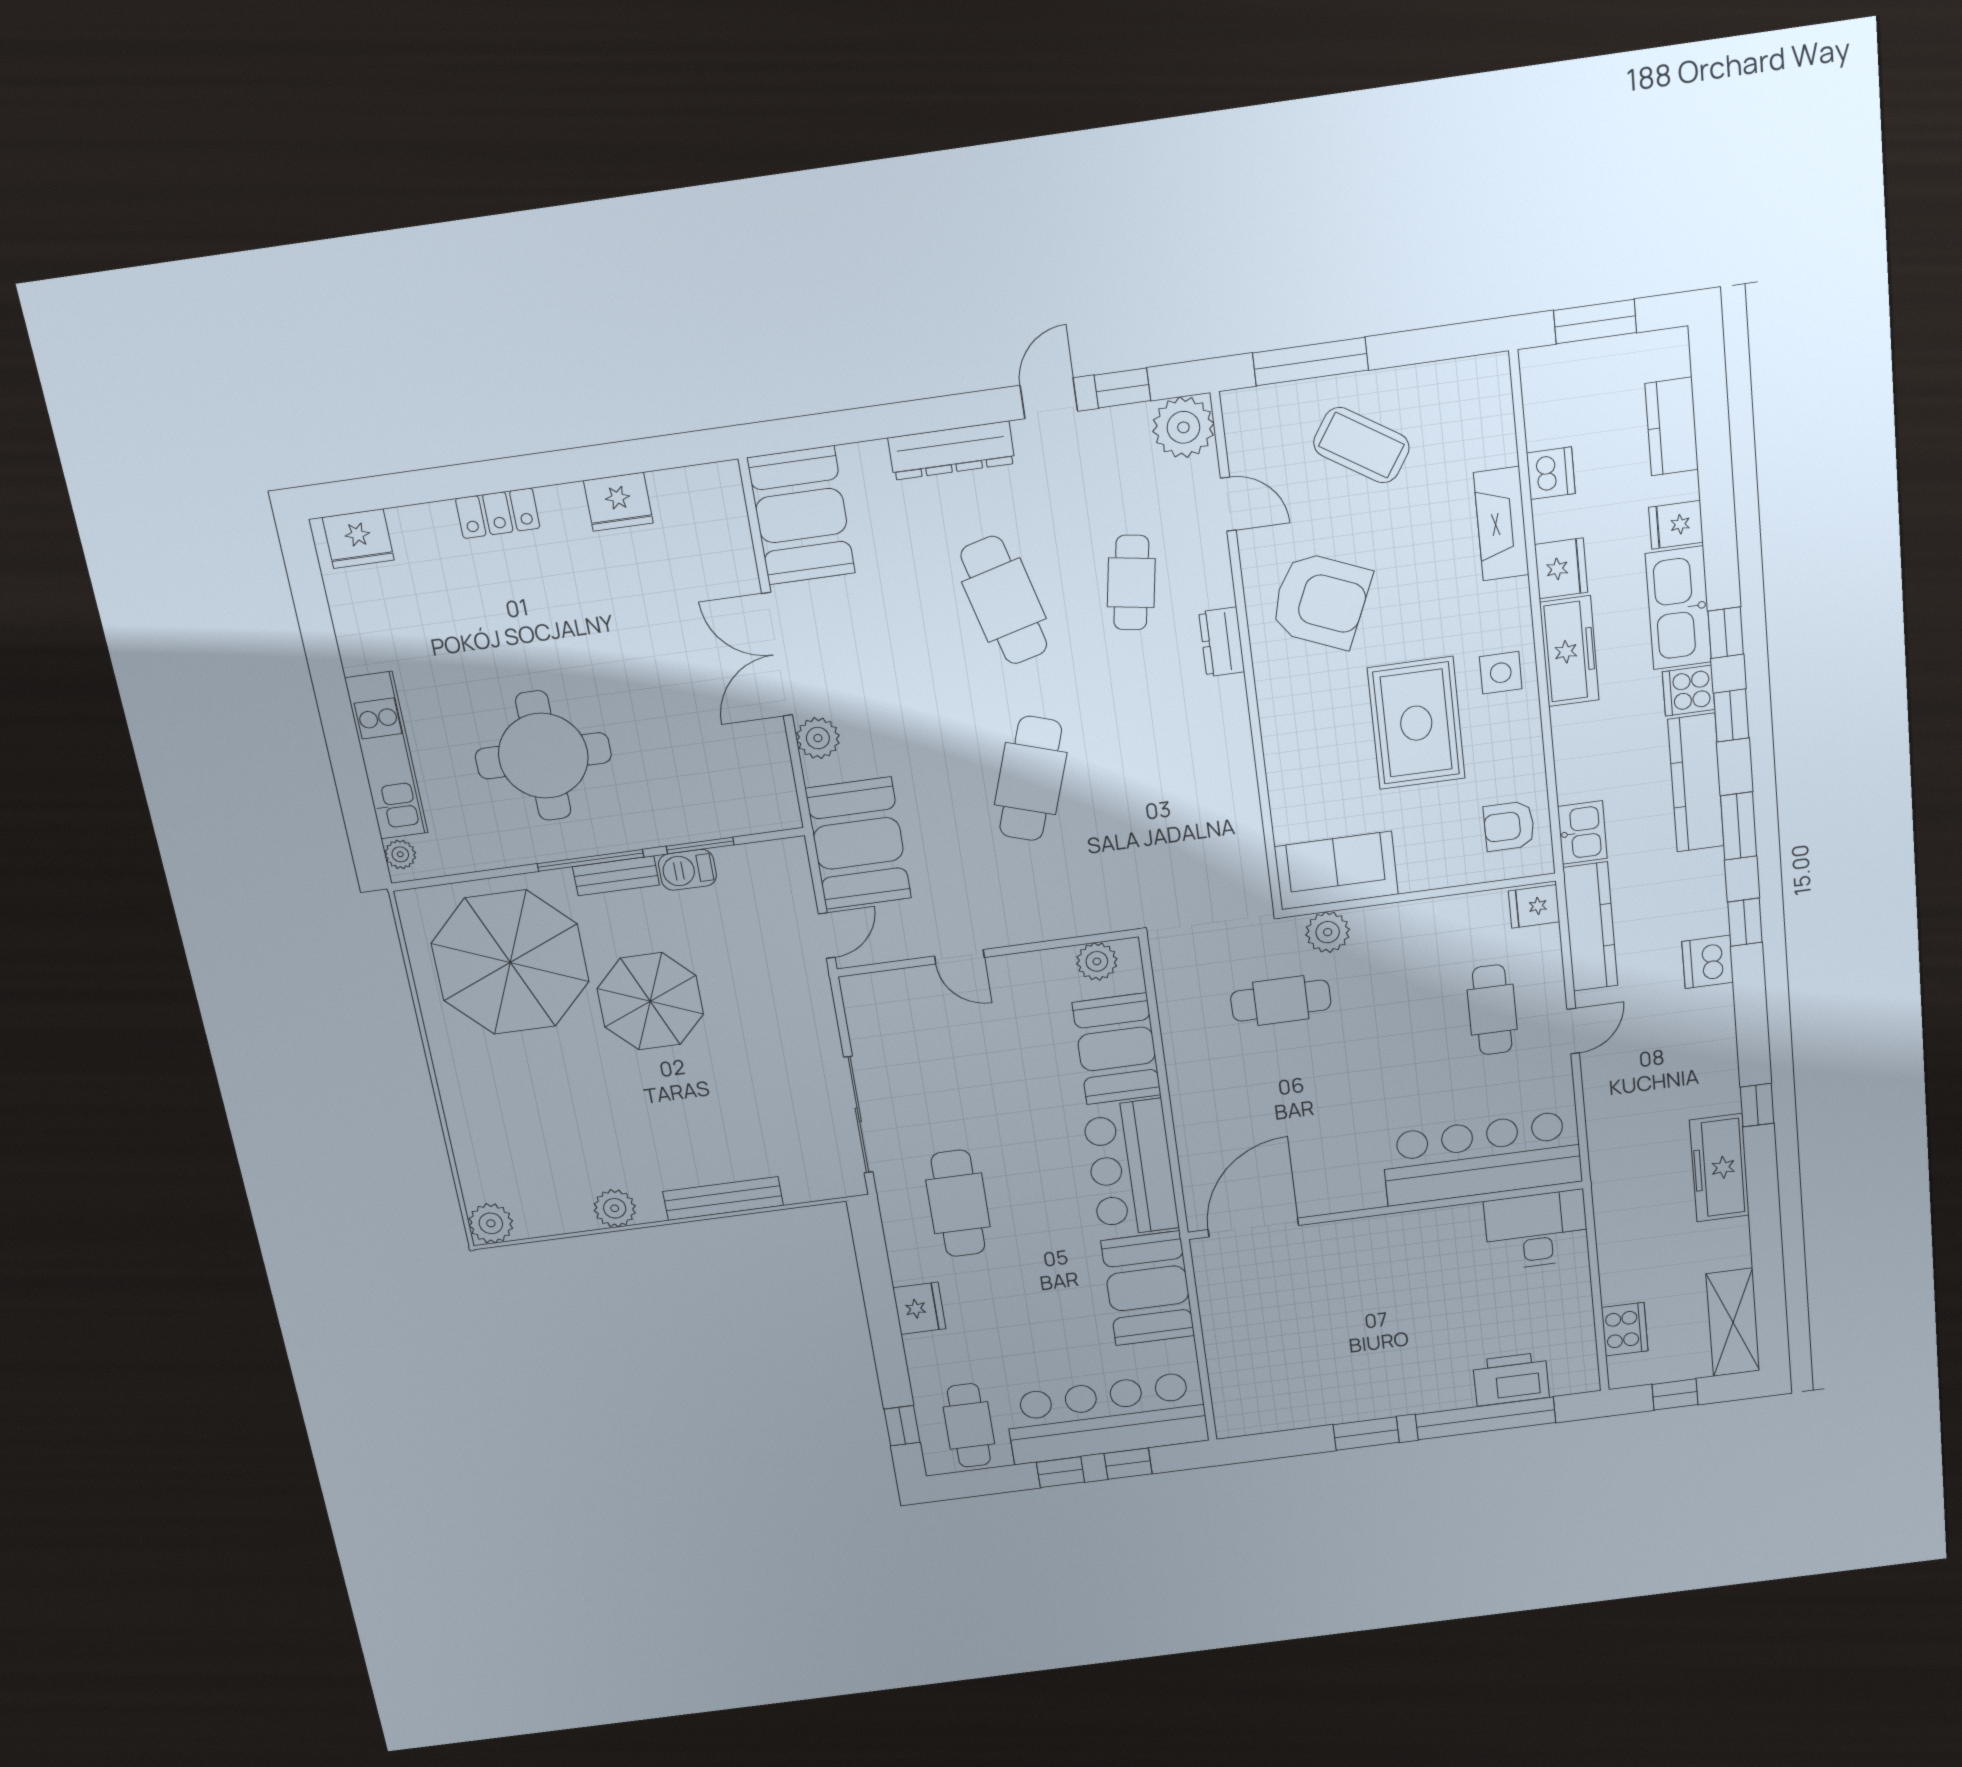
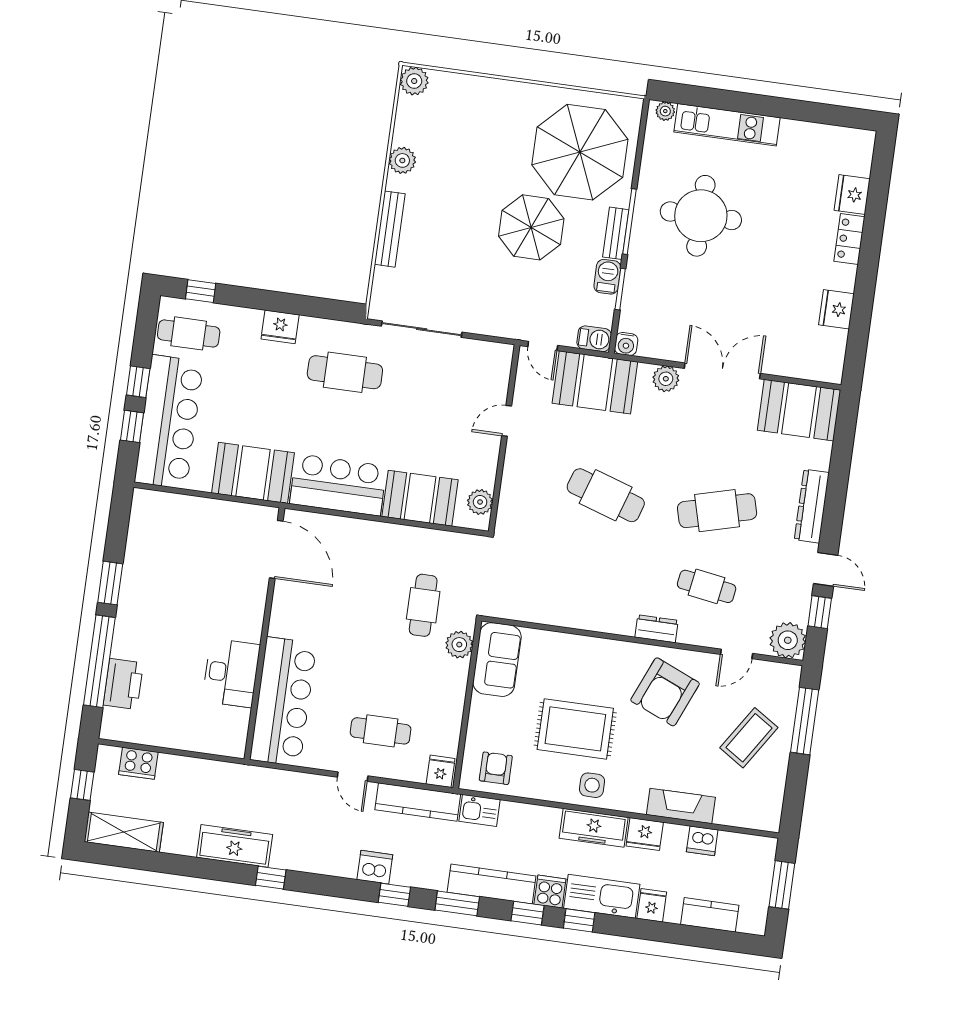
fridge: (358, 539) -> (852, 195), moved
water cooler: (783, 813) -> (626, 344), added
barbecue: (791, 863) -> (594, 339), added
desk: (1536, 1230) -> (231, 673), moved

